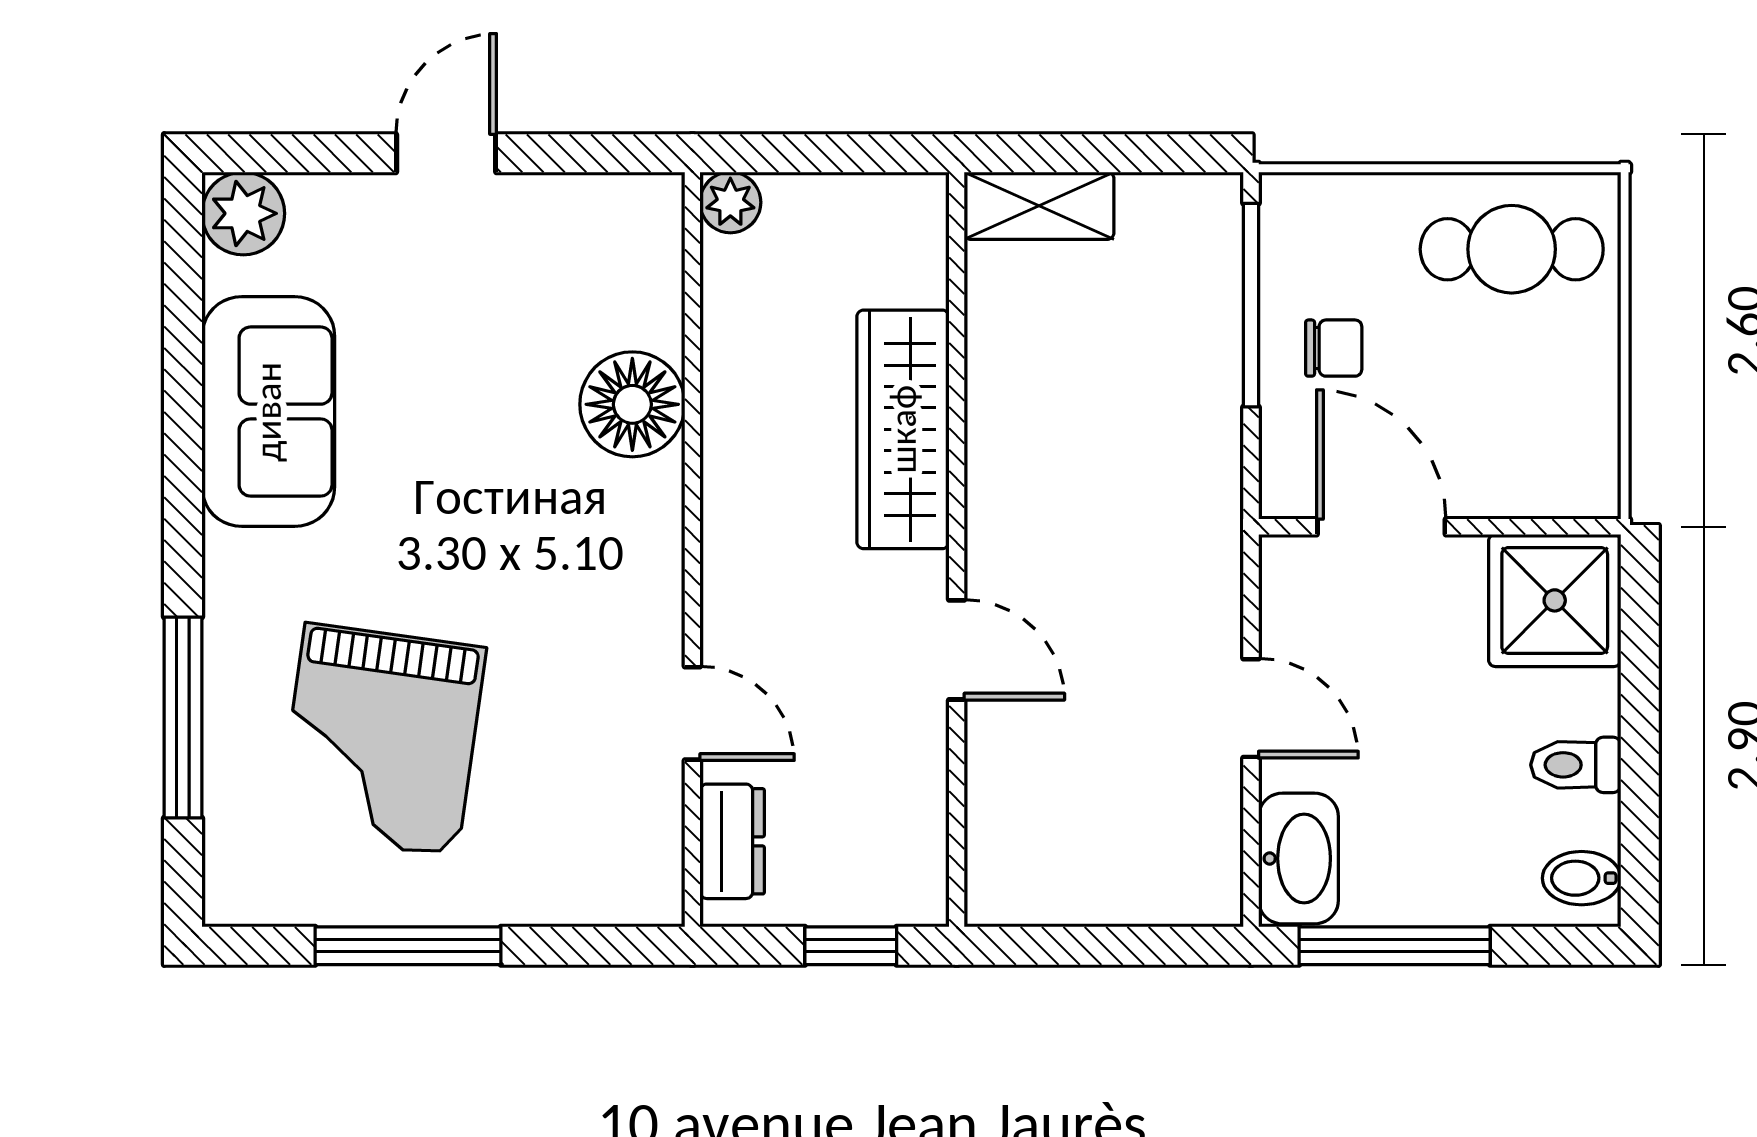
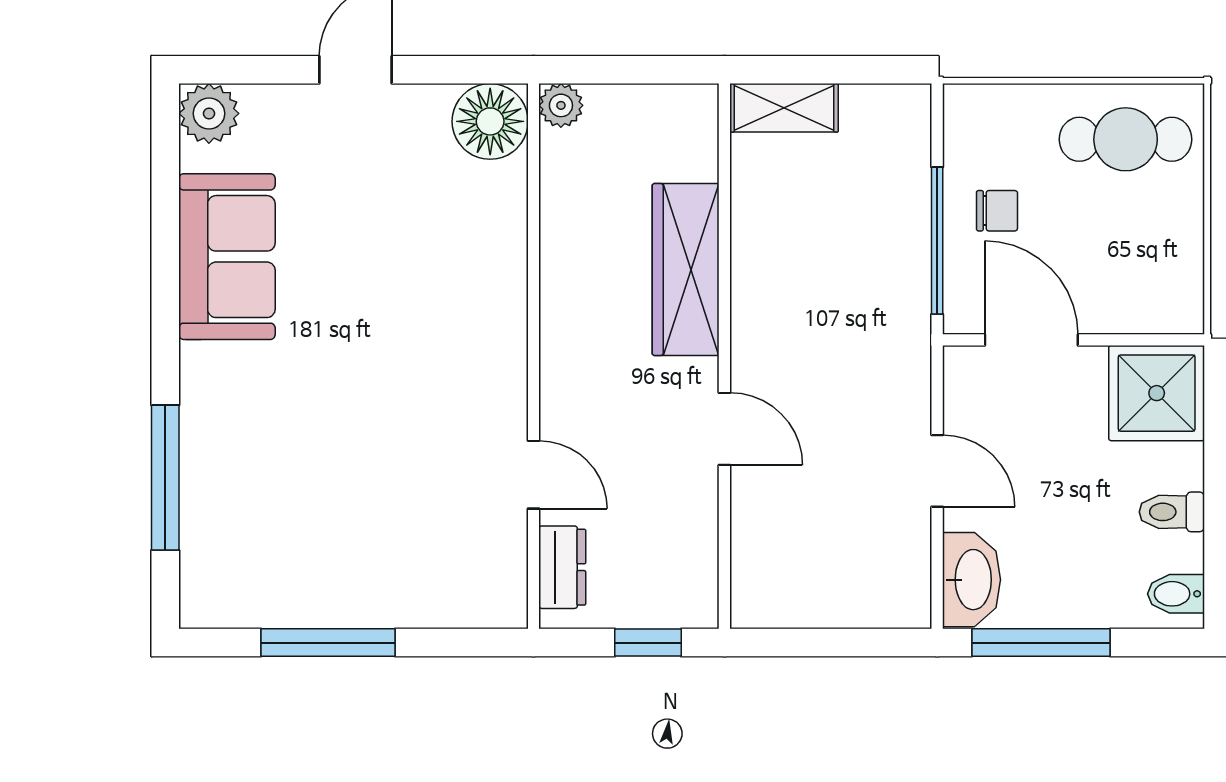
window: (1251, 305) -> (937, 241), moved
floor lamp: (632, 404) -> (490, 121), moved
grand piano: (381, 740) -> (309, 494), removed

